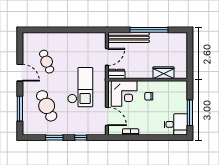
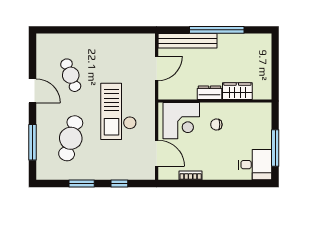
dresser: (116, 74) -> (209, 93), moved
checkout: (80, 87) -> (119, 111), turned 180
cafe table: (47, 106) -> (71, 138), turned 39

